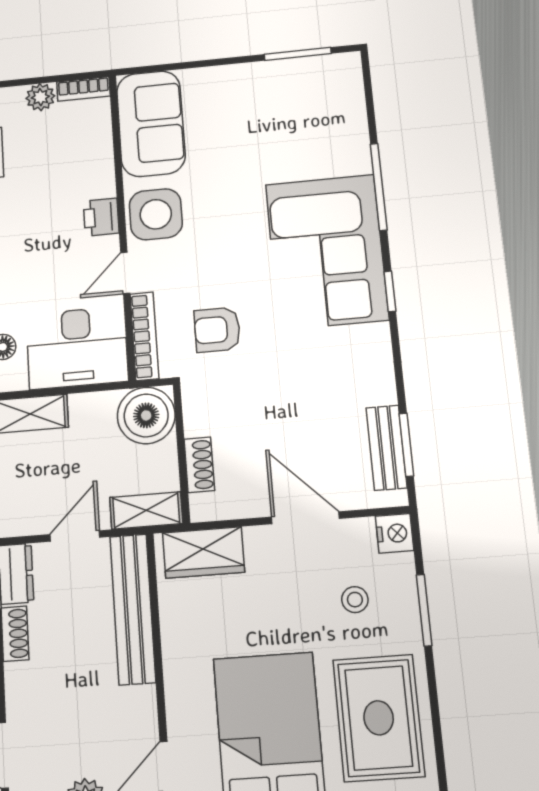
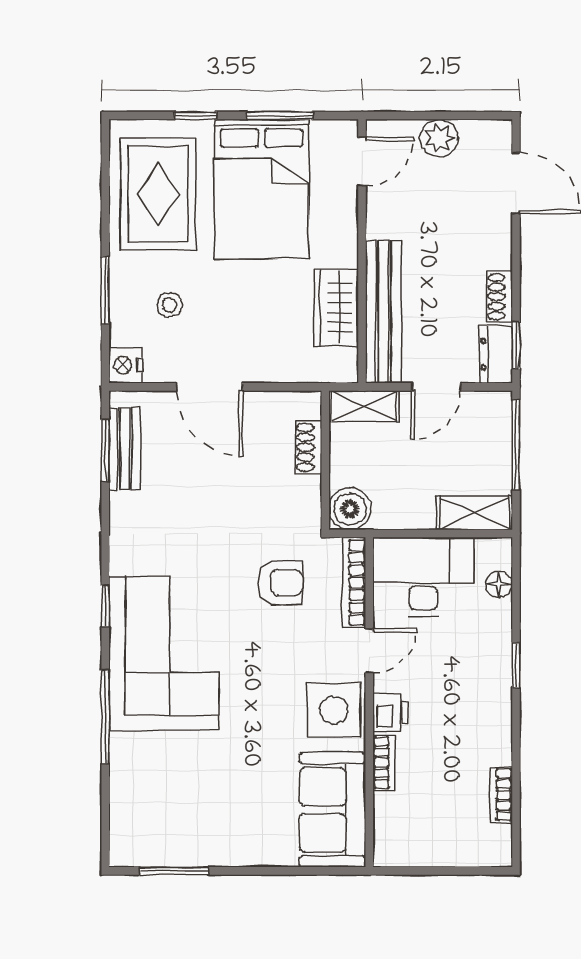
bookcase: (83, 89) -> (384, 763), moved, turned 90
plant: (40, 97) -> (447, 852), removed
boiler: (146, 415) -> (350, 509), width x0.73, depth x0.73
wardrobe: (203, 553) -> (336, 308), moved, turned -90

